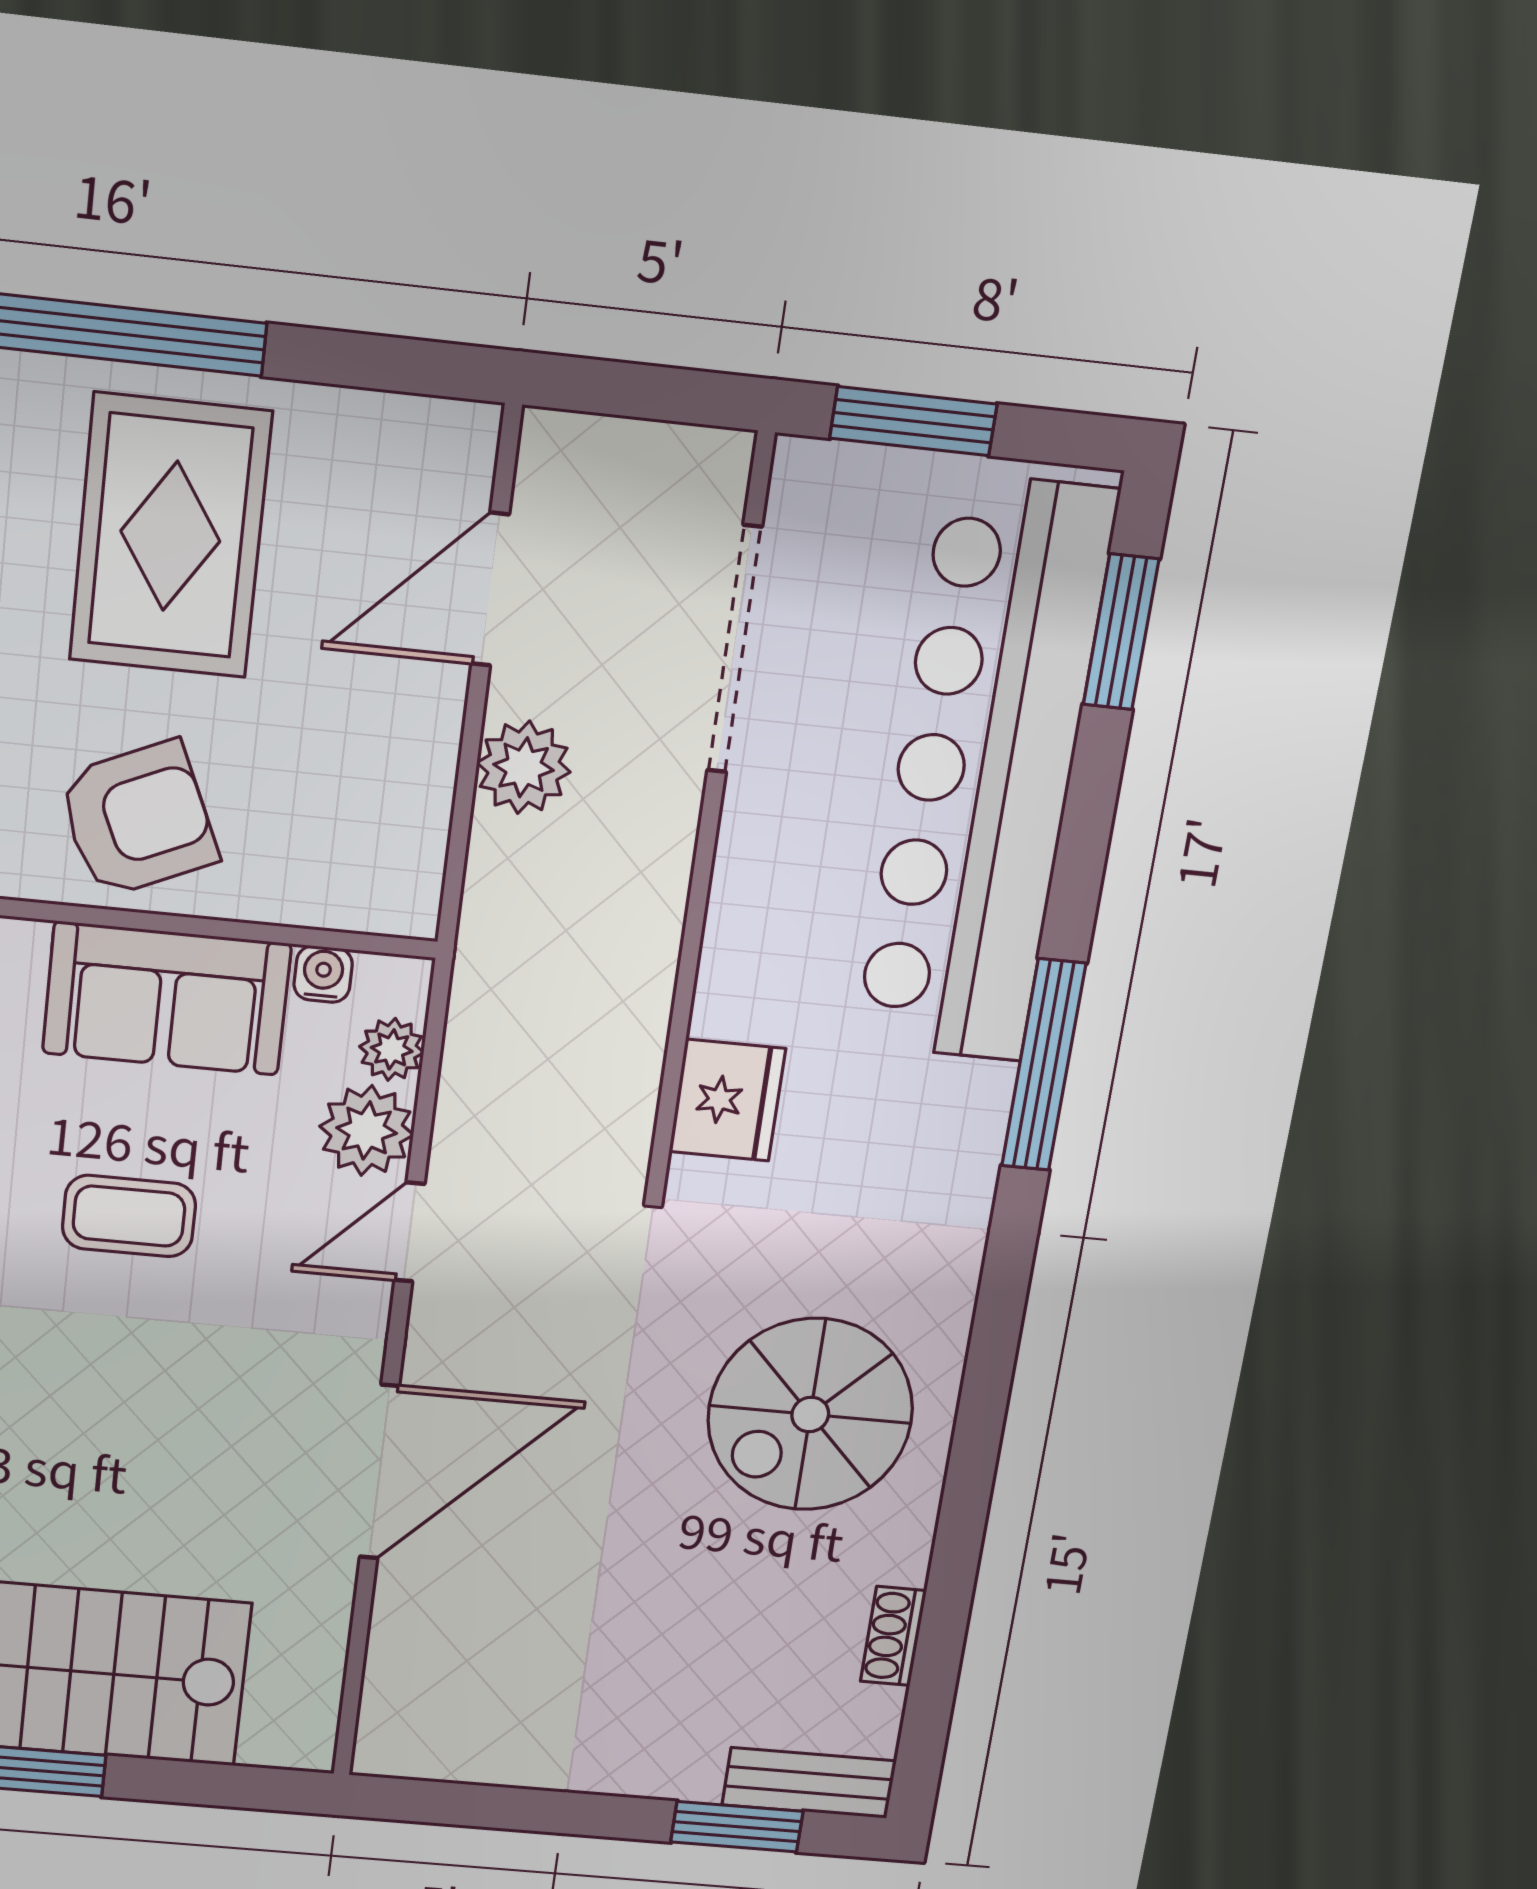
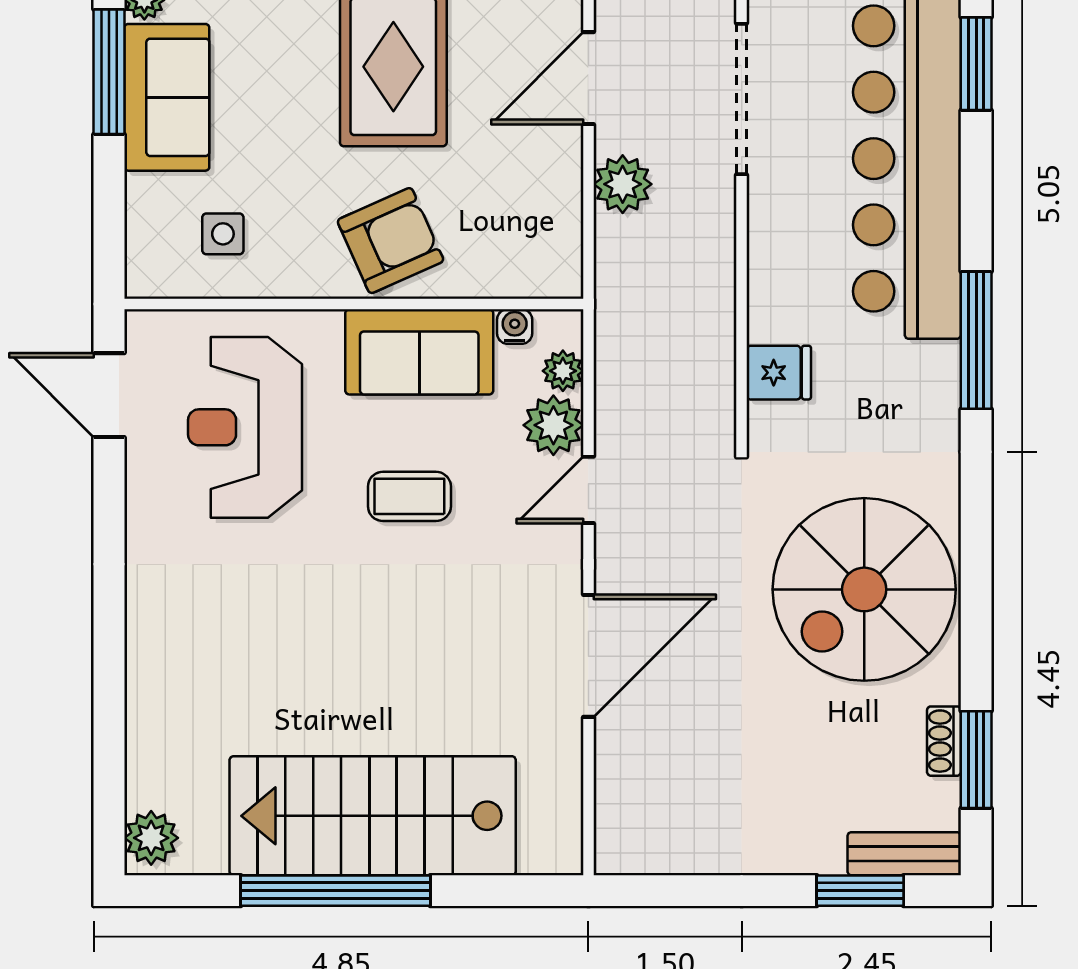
fridge: (727, 1100) -> (779, 373), width x0.72
spiral stairs: (810, 1414) -> (864, 589), width x1.37, depth x1.37
window: (936, 1665) -> (976, 760), added

